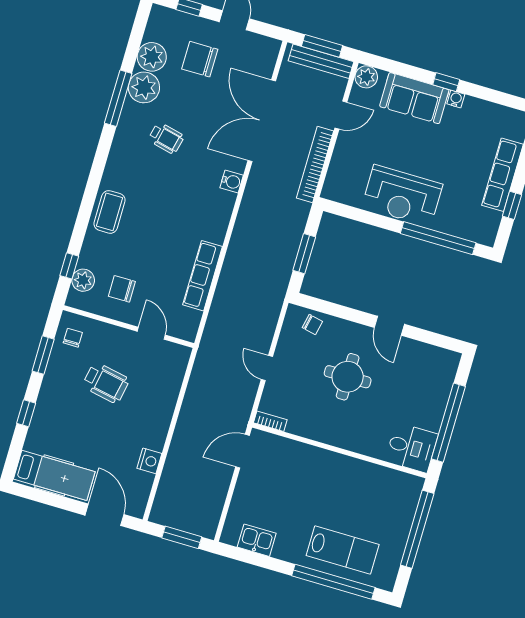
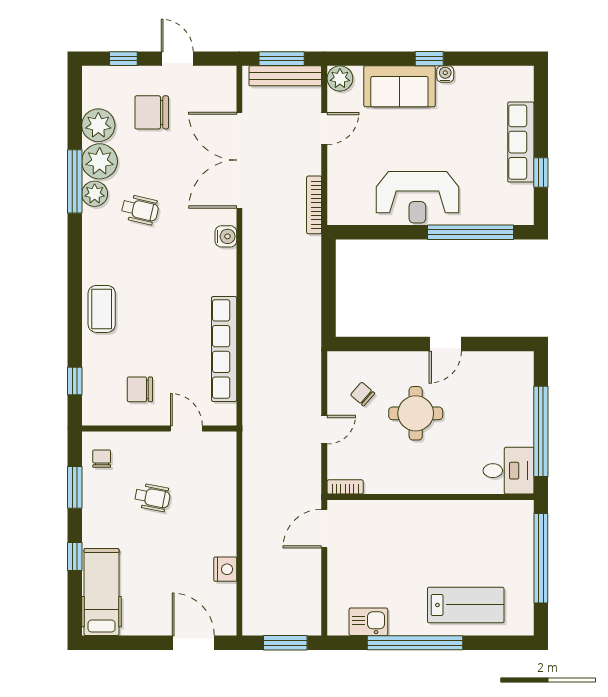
bookcase: (315, 164) -> (314, 205), width x0.68, depth x0.76
window: (304, 254) -> (329, 292), removed
row of seats: (203, 276) -> (224, 349), width x1.36
plant: (83, 280) -> (95, 194), moved
chair: (312, 324) -> (363, 394), moved, turned -151
door: (389, 326) -> (445, 344), hinge flipped
door: (267, 368) -> (324, 430), swing flipped
wheelchair: (106, 383) -> (152, 497), width x0.73, depth x0.73
hospital bed: (54, 475) -> (102, 592), moved, turned -90
window: (333, 582) -> (415, 643), moved

